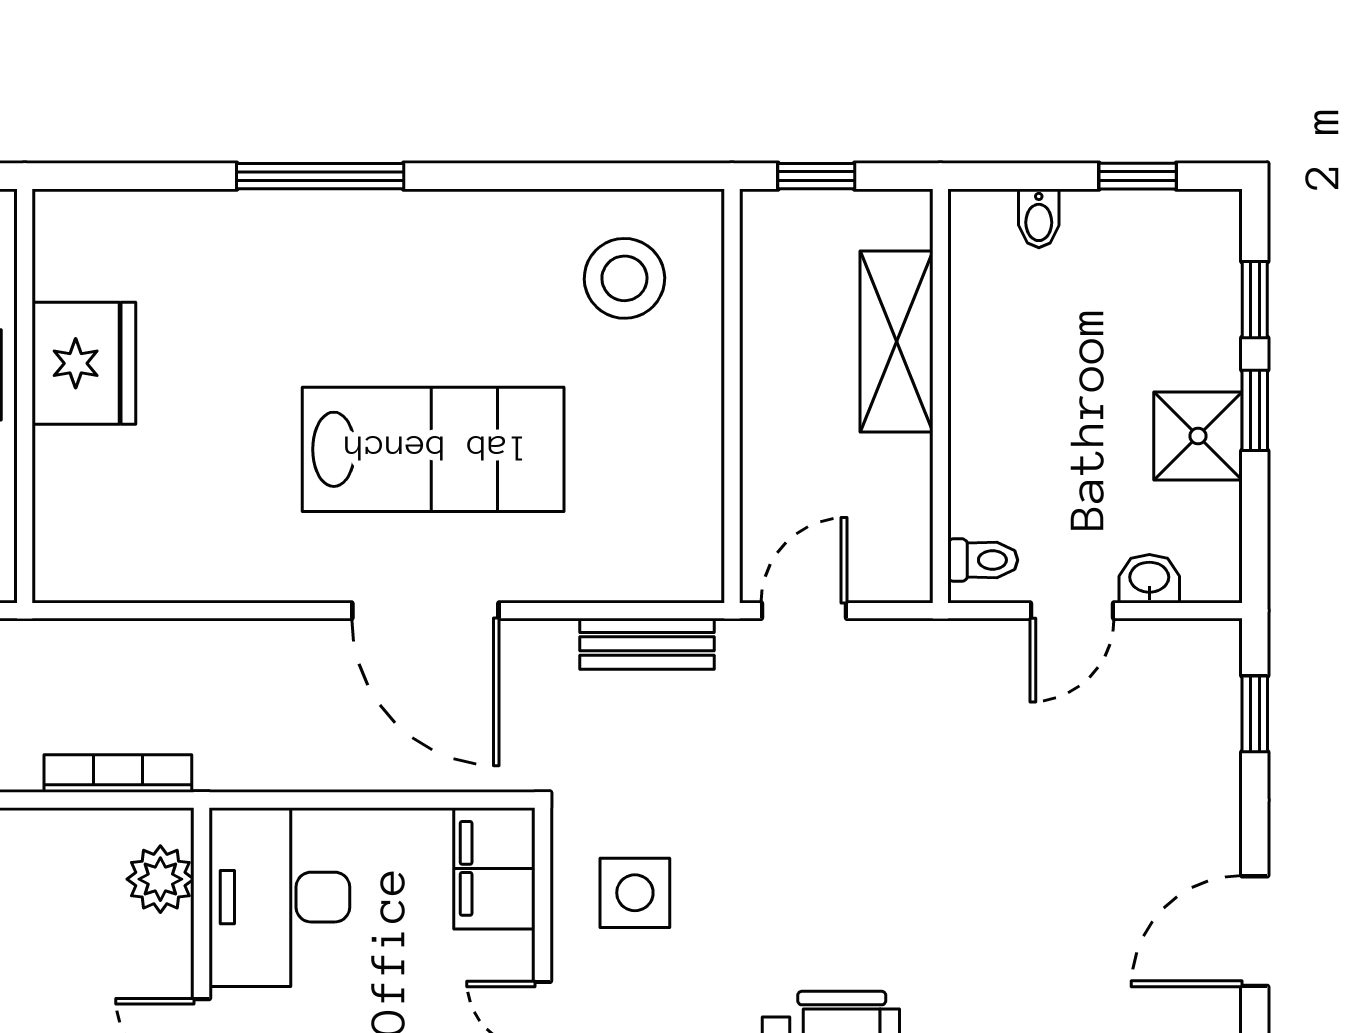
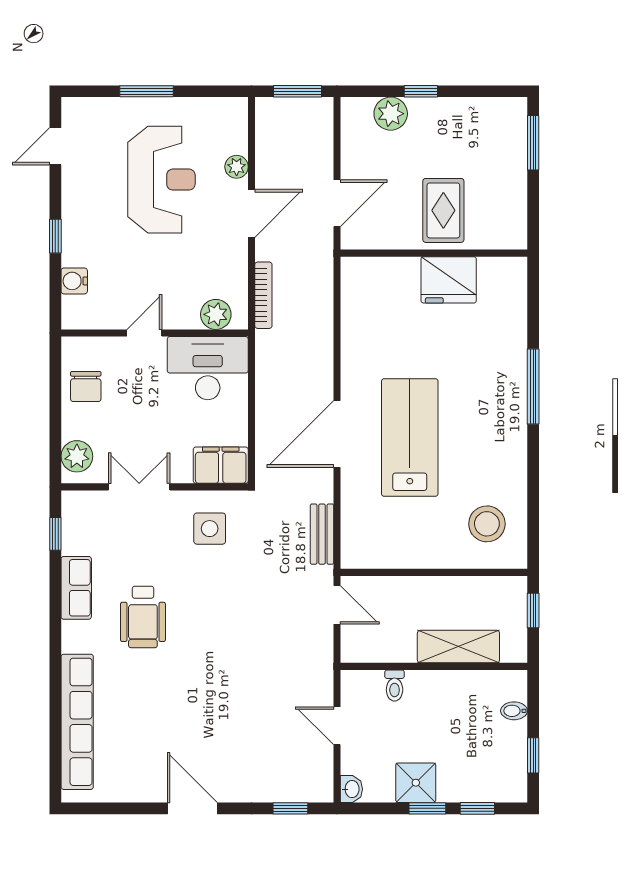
lab bench: (433, 449) -> (410, 438), turned 180
toilet: (983, 560) -> (395, 686), moved
washbasin: (1149, 579) -> (351, 789), moved

